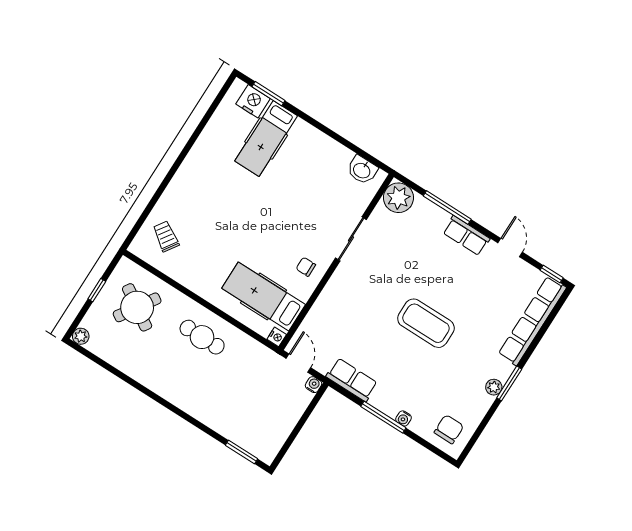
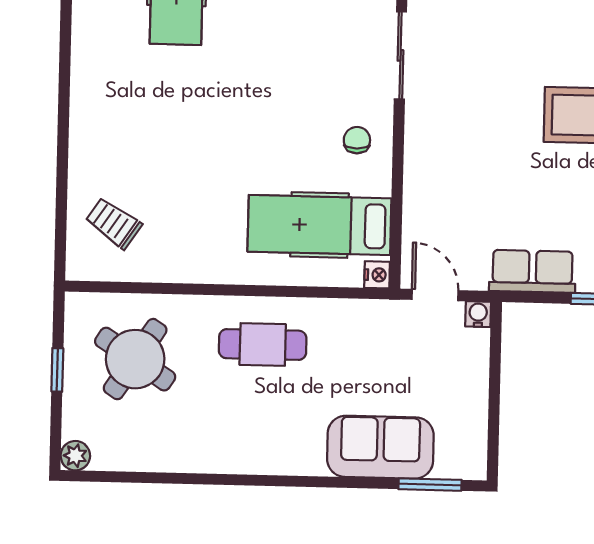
chair: (306, 267) -> (357, 140), turned 89
sofa: (229, 420) -> (380, 447), added

